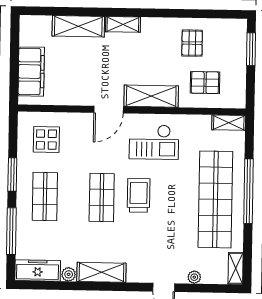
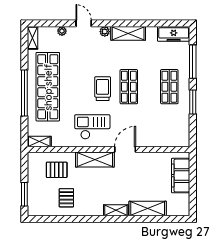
display table: (46, 140) -> (169, 127), removed
trolley: (139, 195) -> (103, 89), turned 180
plant: (69, 274) -> (105, 32), moved

